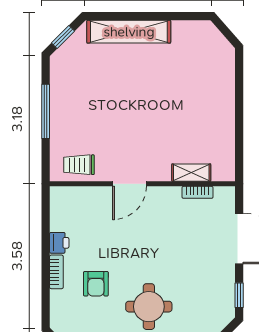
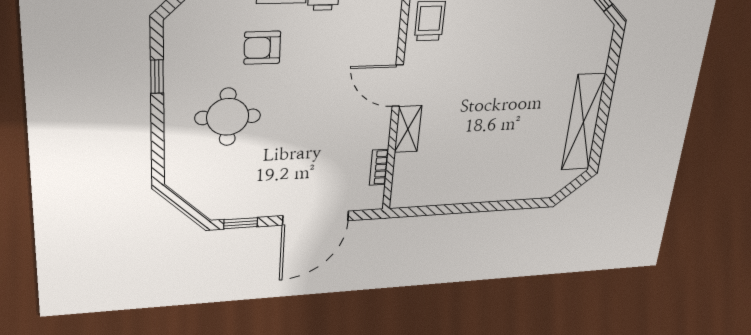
shelving: (129, 32) -> (583, 122), moved
shelving: (191, 173) -> (408, 129), moved

